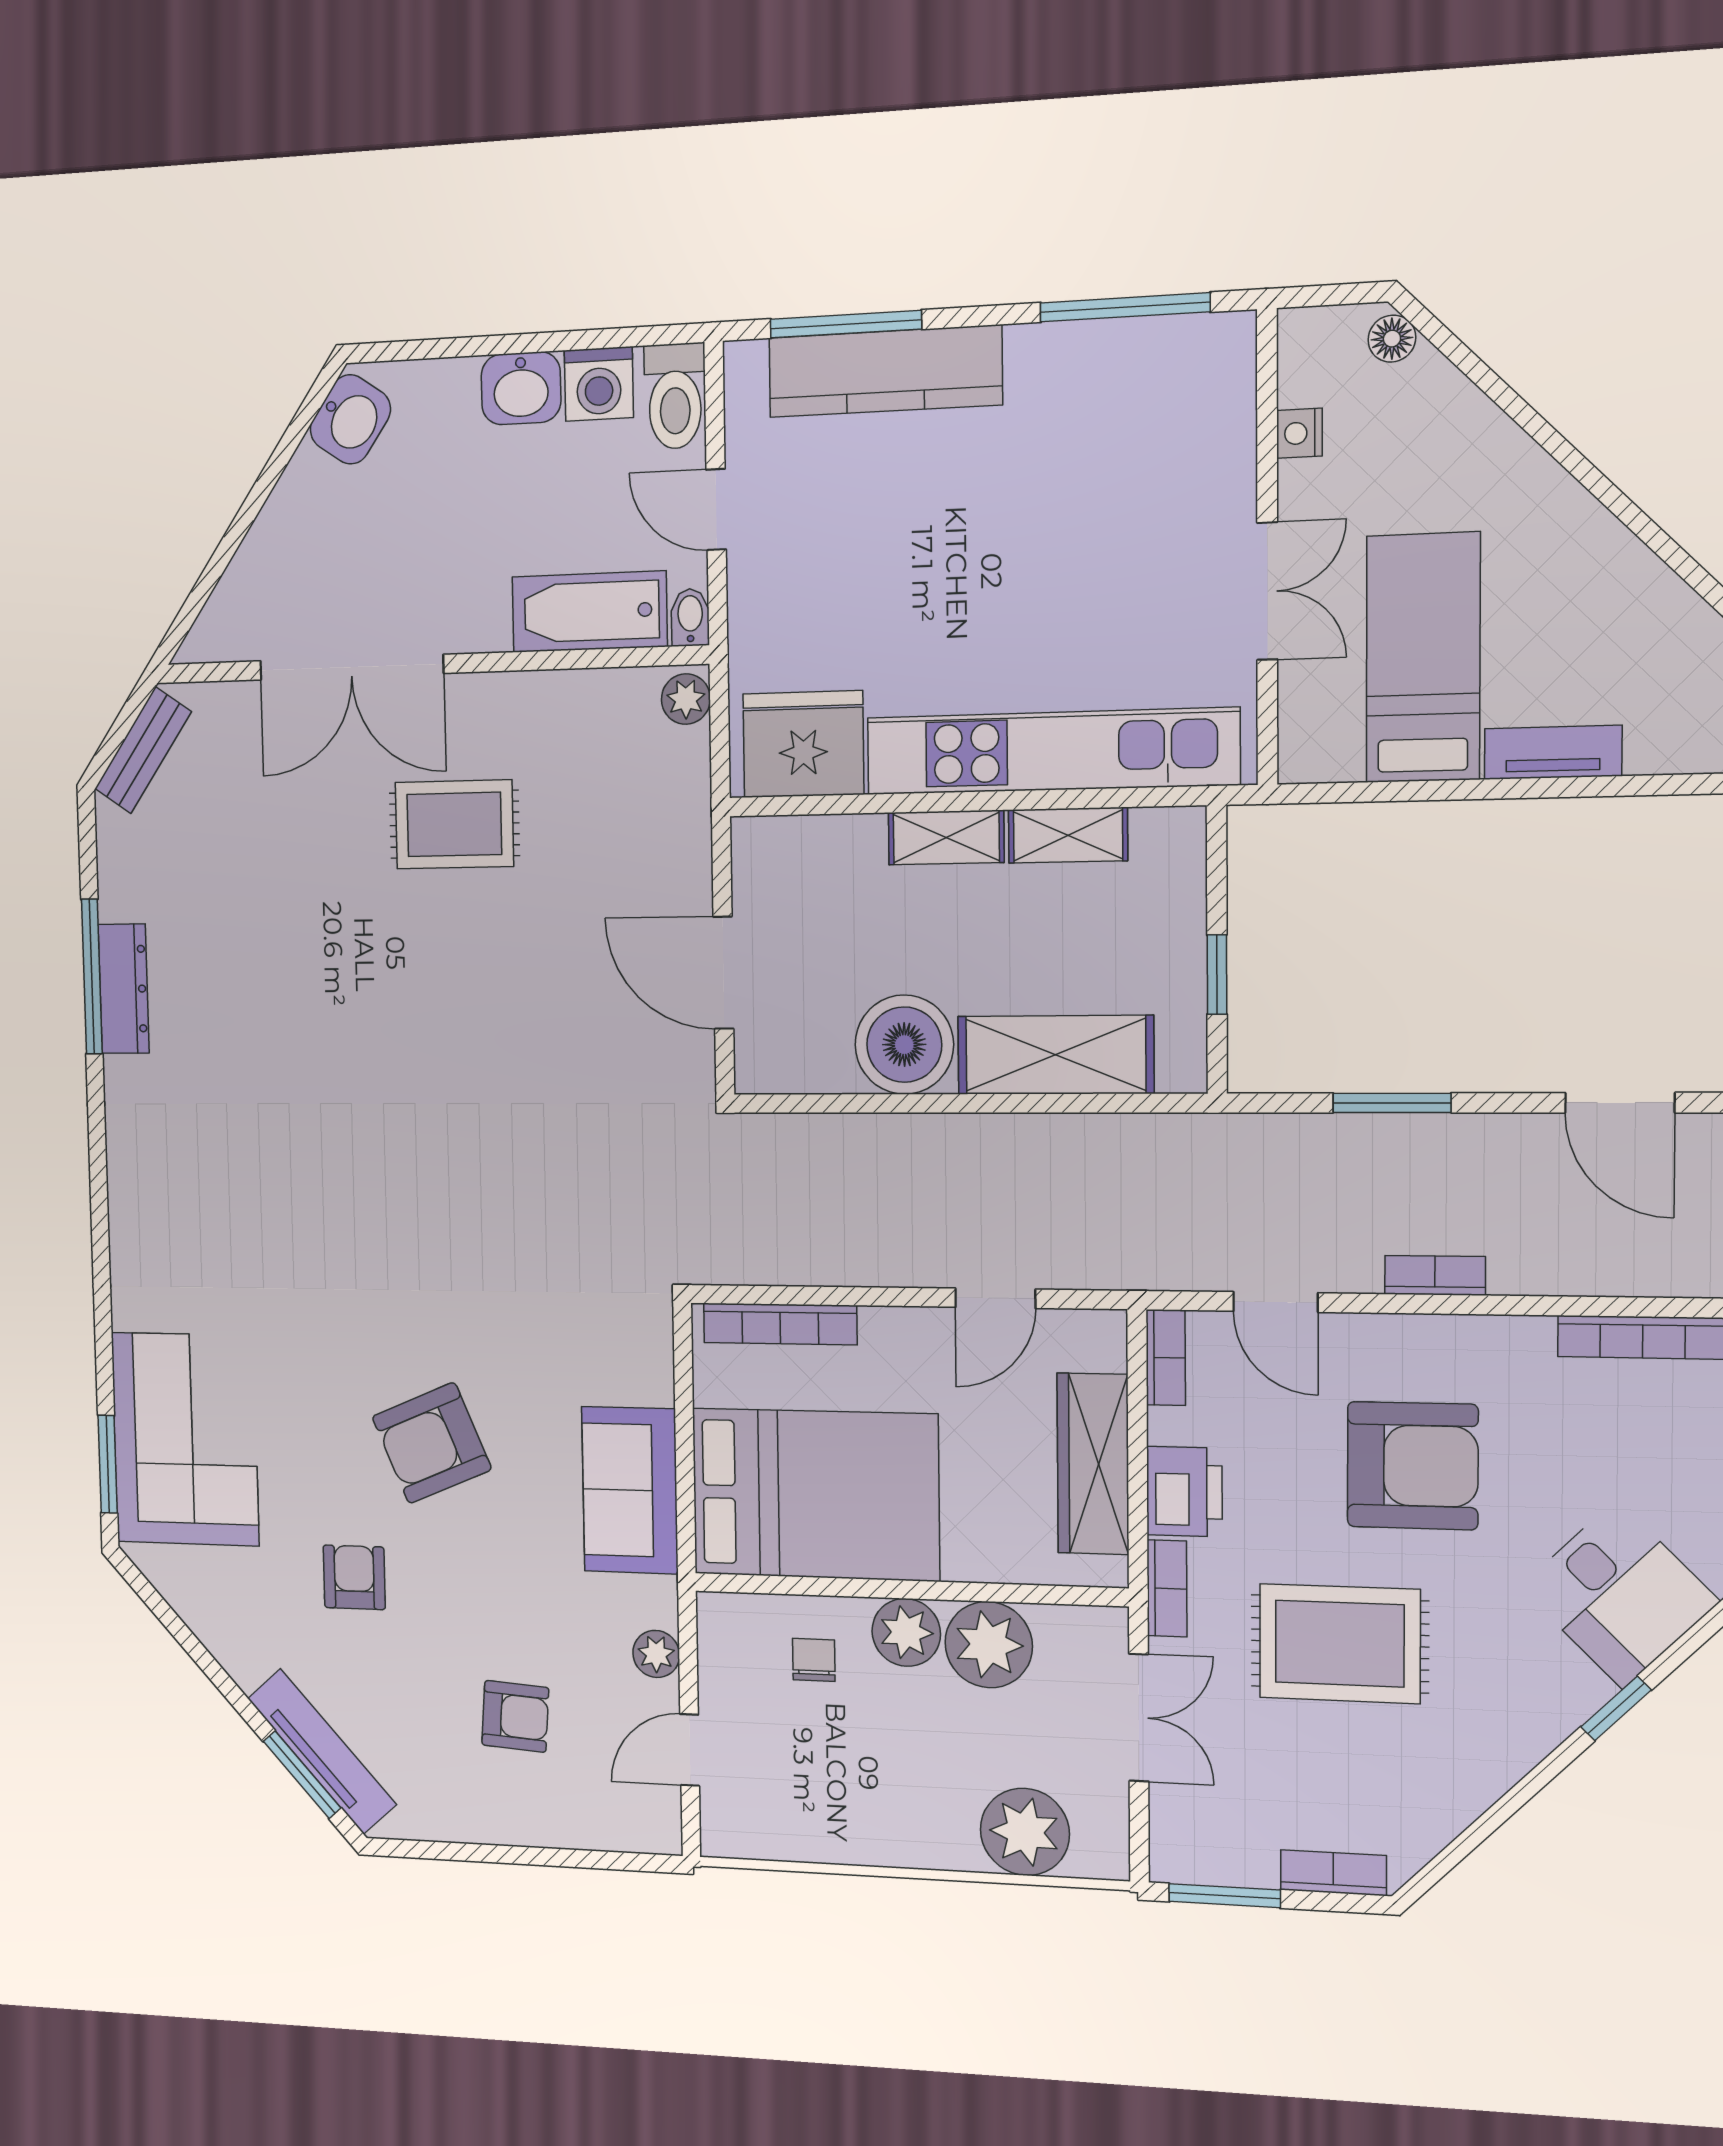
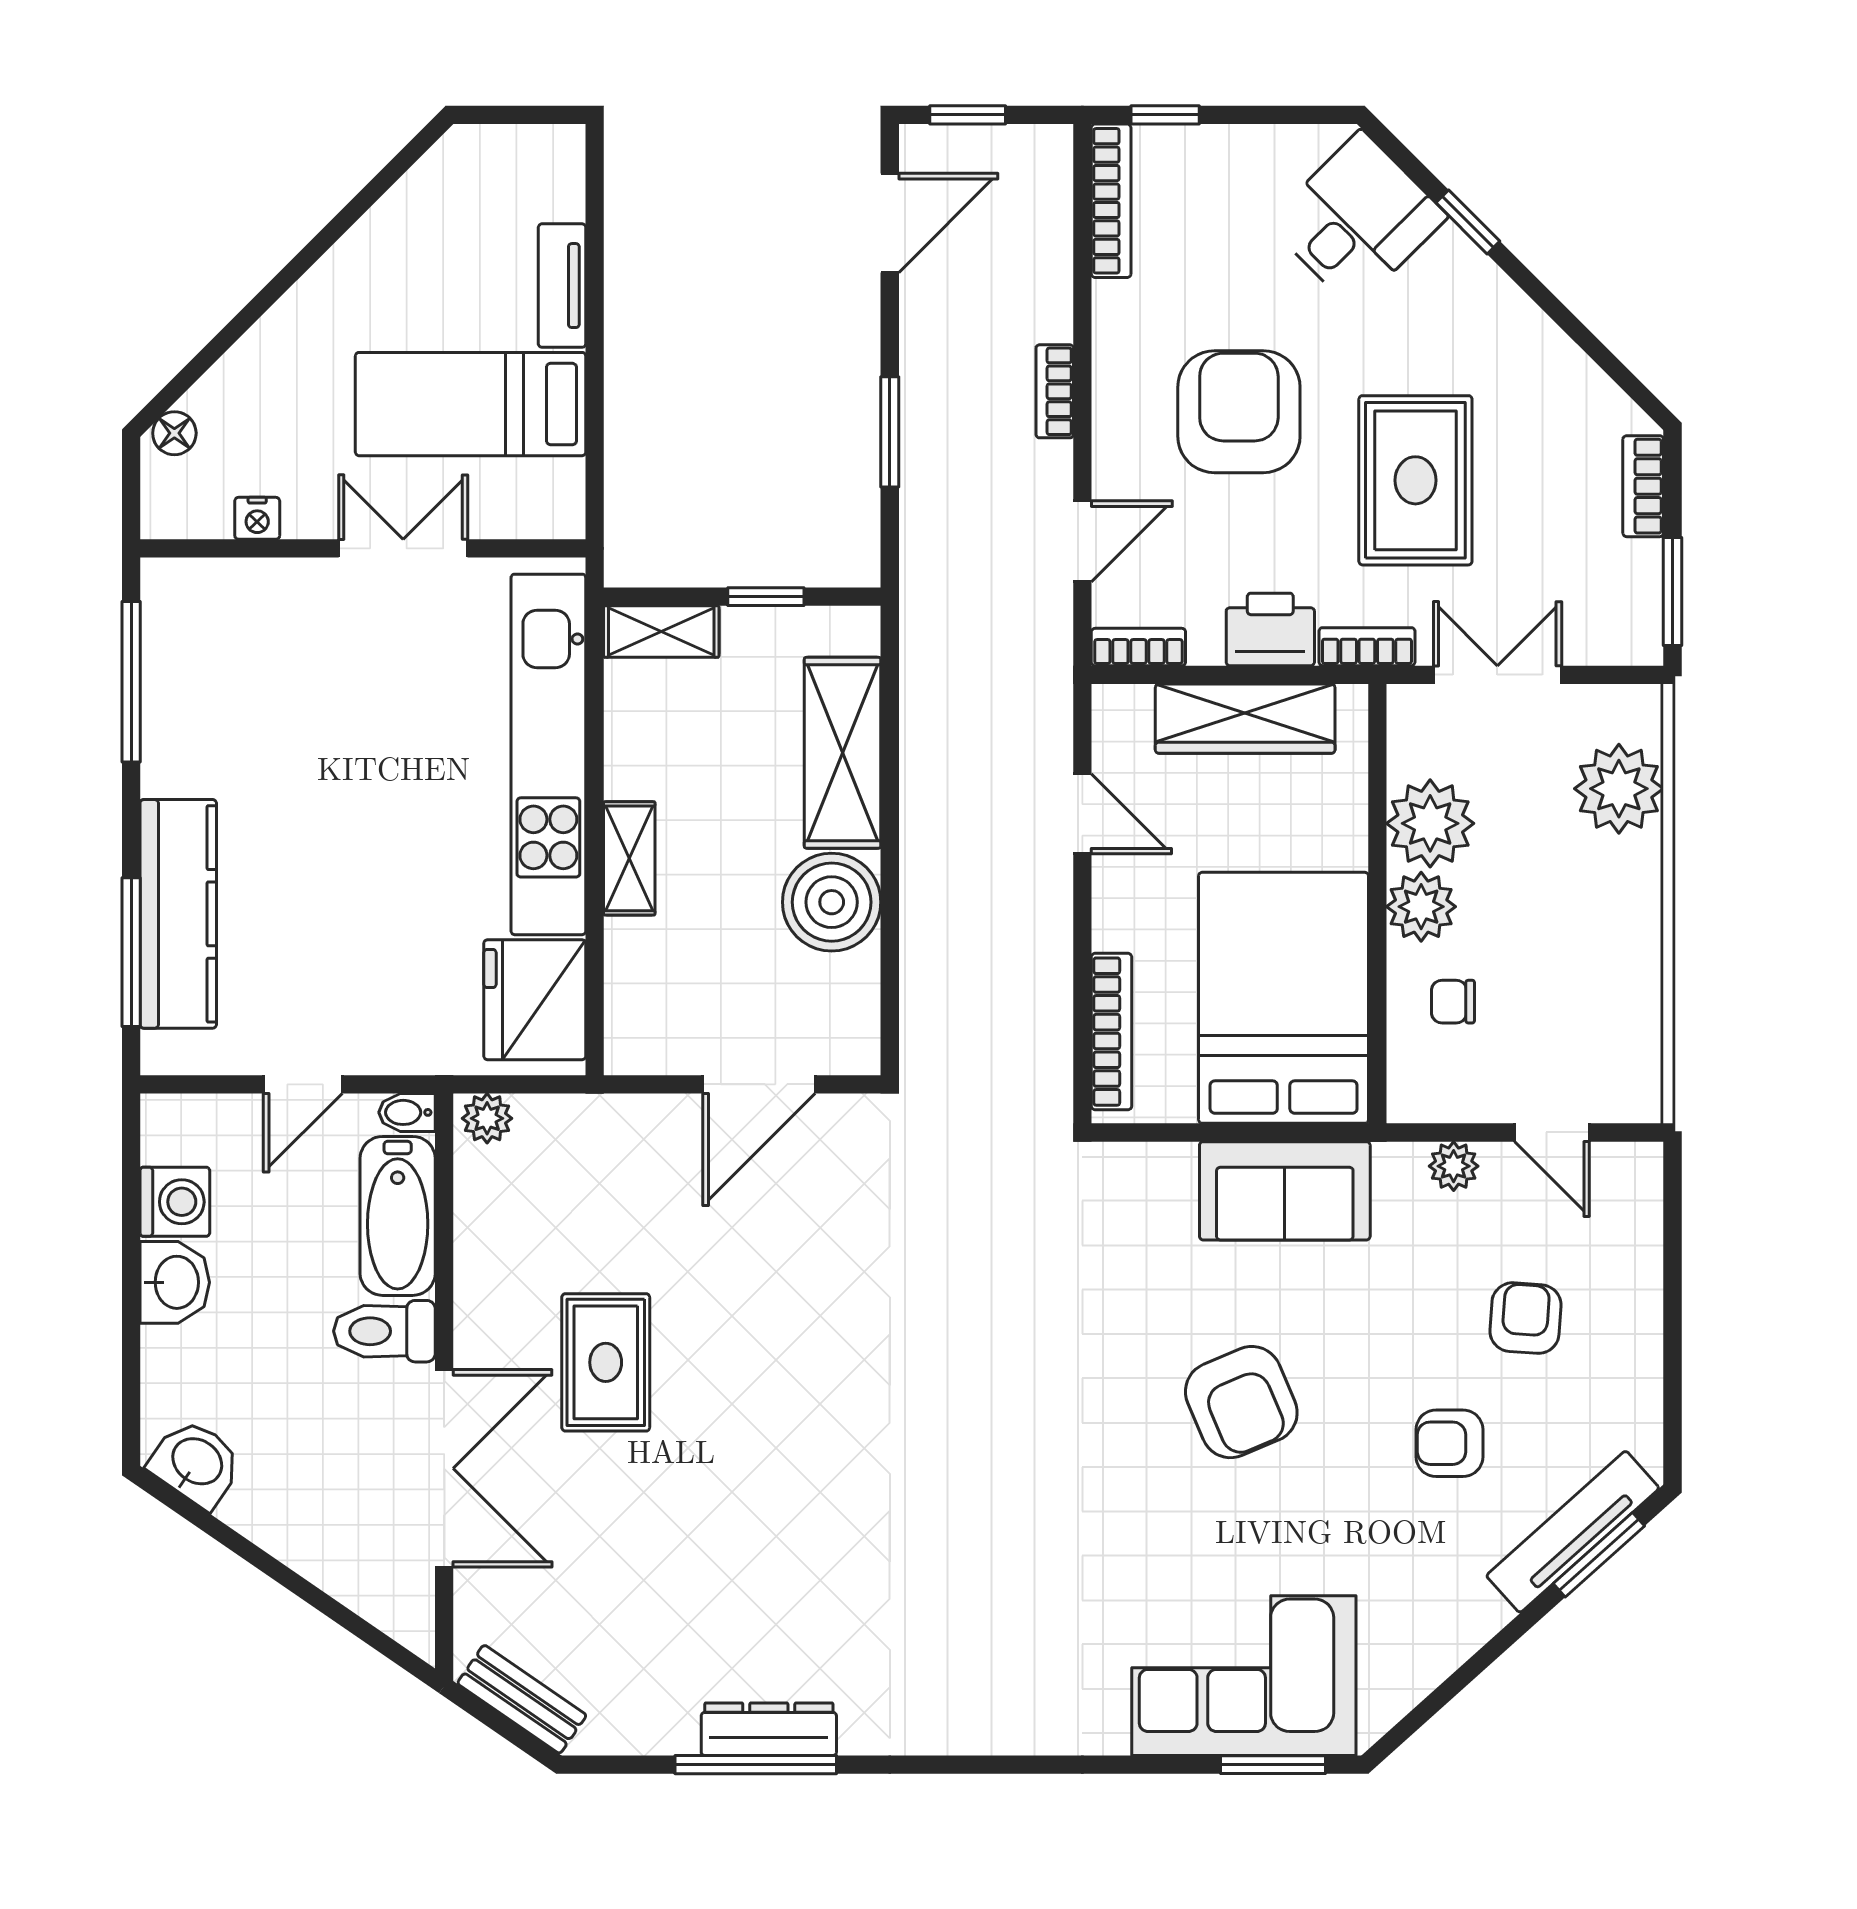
toilet: (675, 396) -> (384, 1331), moved, turned 180
shelving: (1068, 835) -> (661, 632), moved, turned 90
armchair: (354, 1577) -> (1449, 1443), moved

